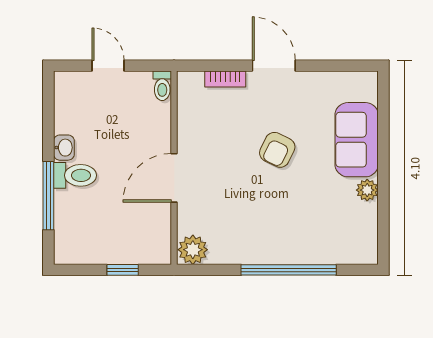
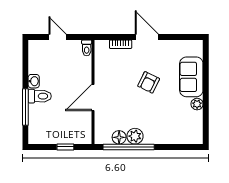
plant: (193, 250) -> (135, 136), moved
floor lamp: (222, 252) -> (119, 137), added
window: (289, 270) -> (129, 147), moved

